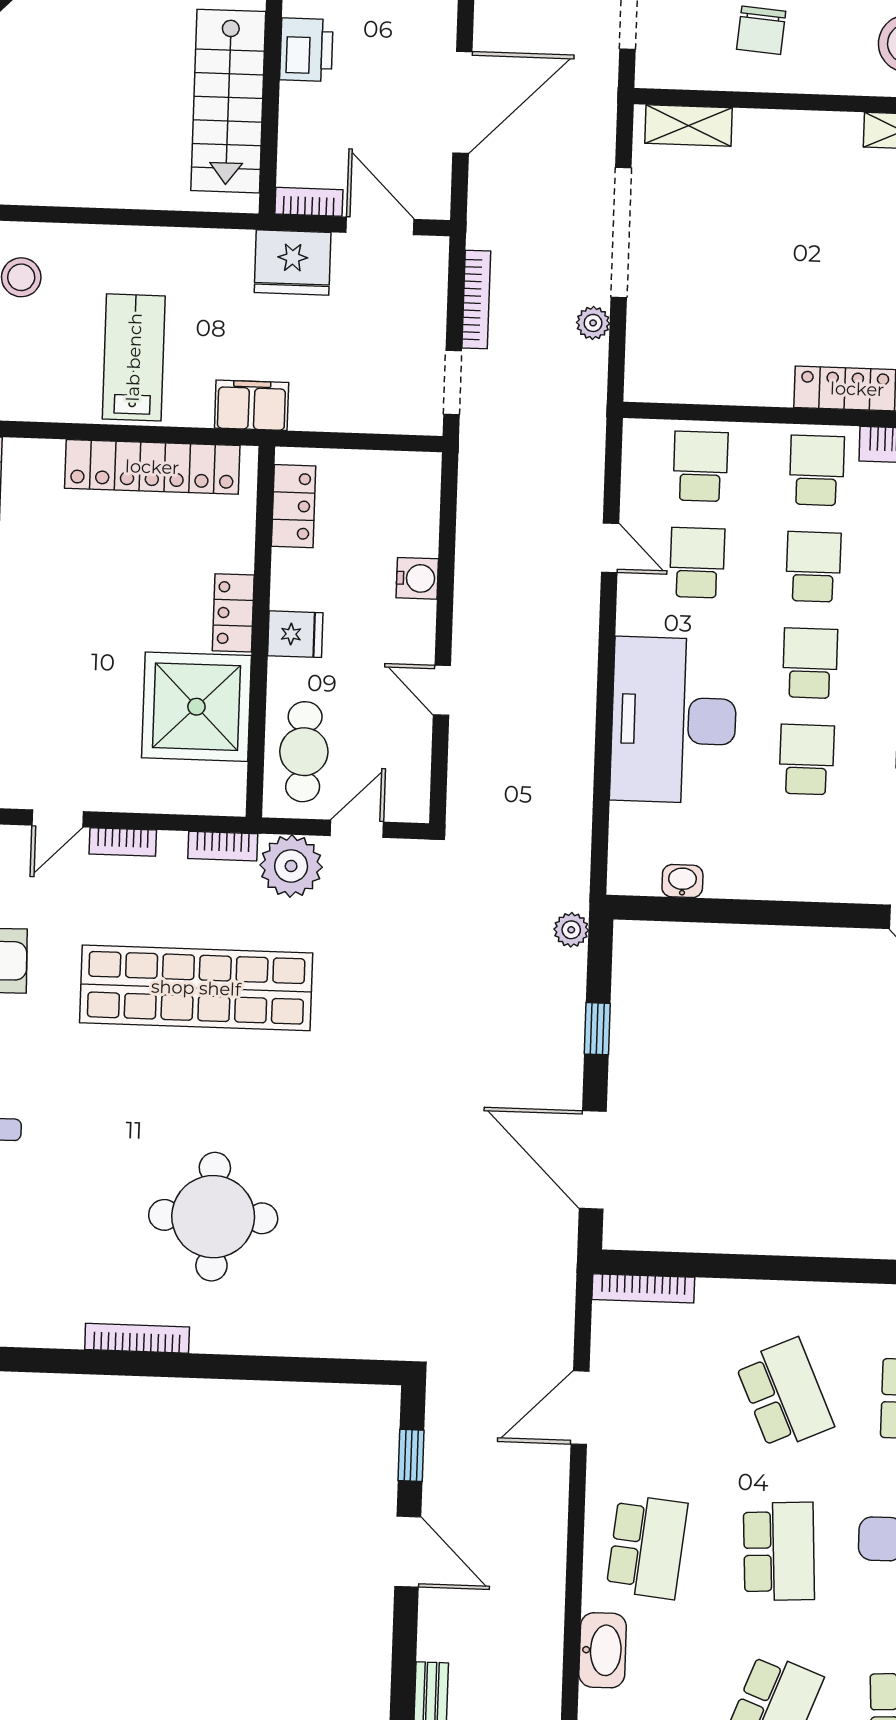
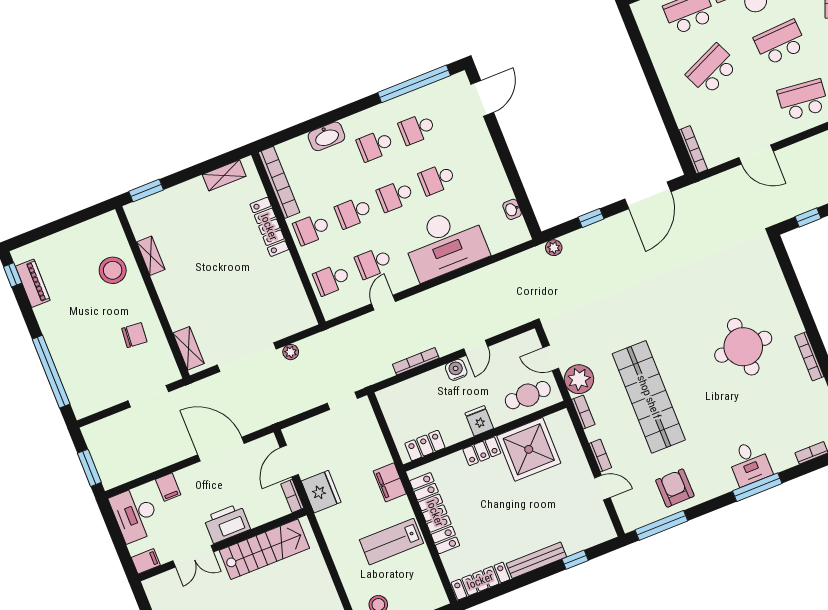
printer: (306, 50) -> (227, 523), width x1.37, depth x1.19
bookcase: (476, 300) -> (416, 361), moved
water cooler: (417, 578) -> (456, 370), moved

